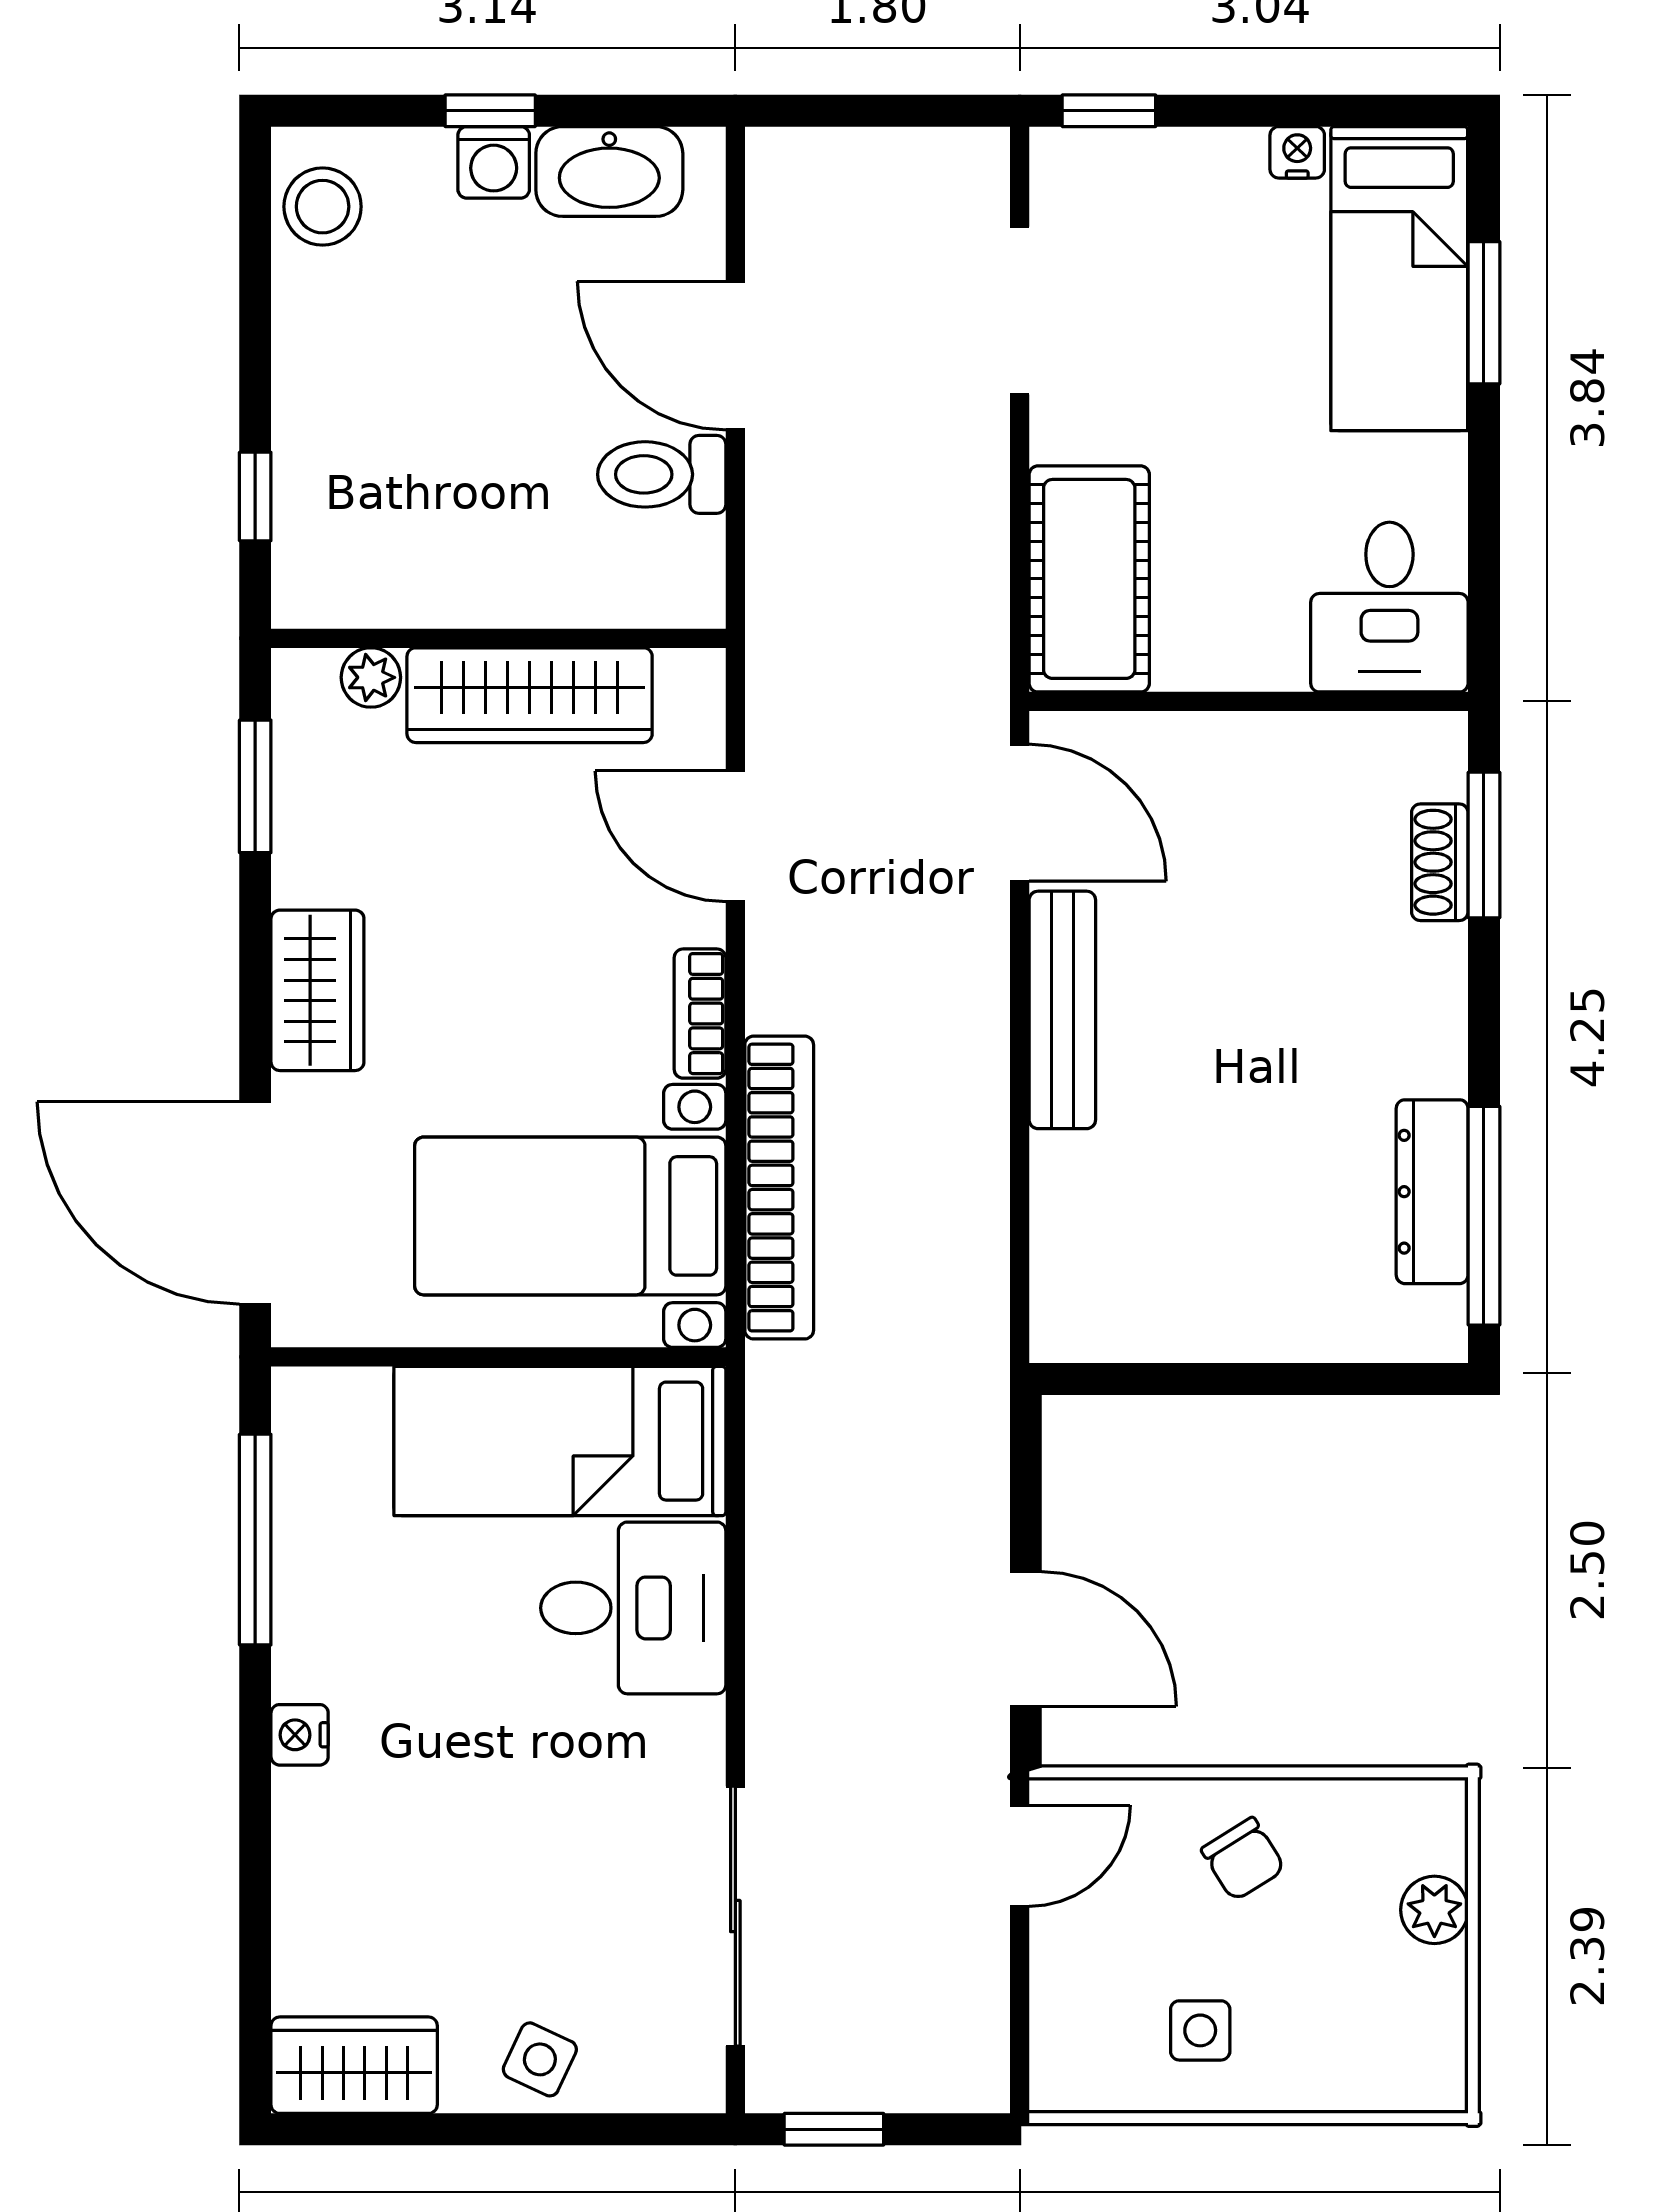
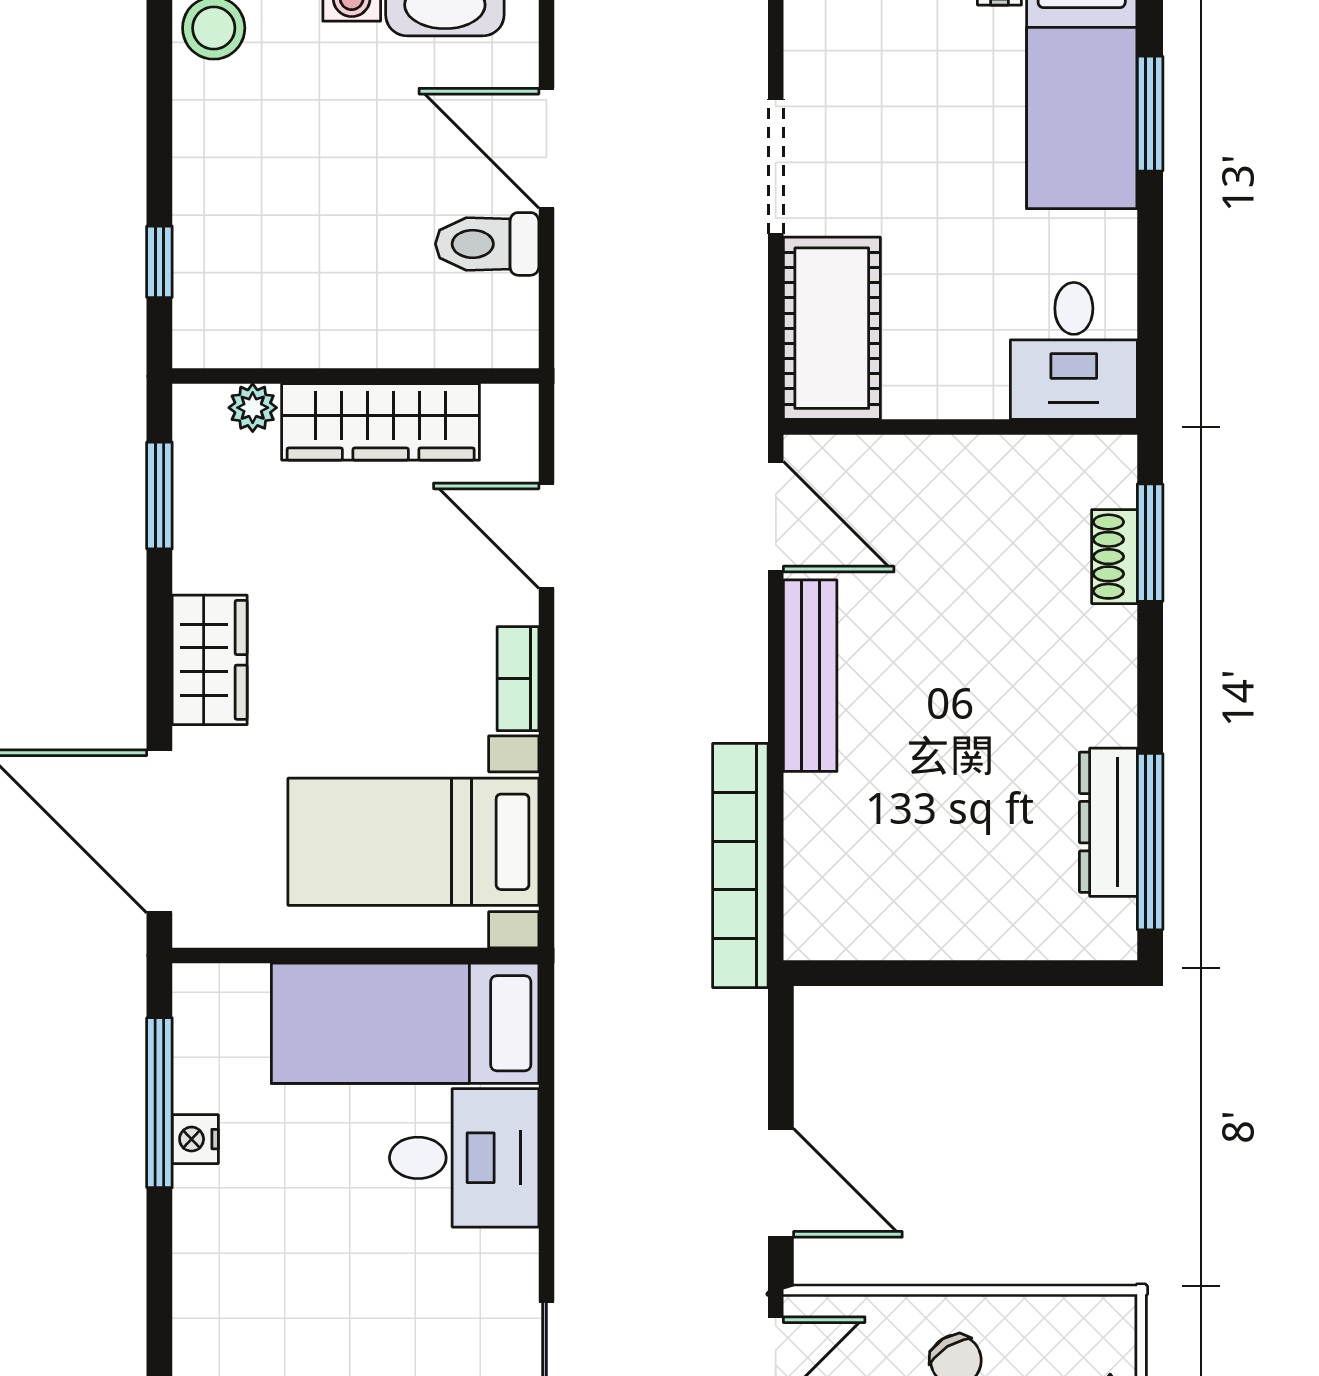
doorway: (1020, 311) -> (776, 166), moved
bookcase: (779, 1188) -> (740, 865), moved, turned 180
nightstand: (300, 1735) -> (195, 1139), moved

